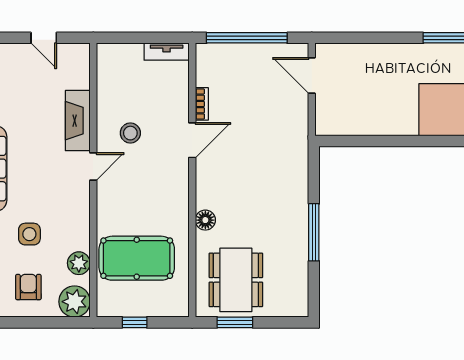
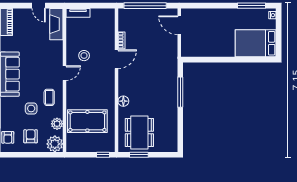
tv unit: (167, 52) -> (78, 13), moved
fireplace: (78, 121) -> (56, 24), moved
coffee table: (64, 213) -> (49, 97), added
window: (314, 232) -> (180, 92), moved
window: (135, 322) -> (103, 155), moved

